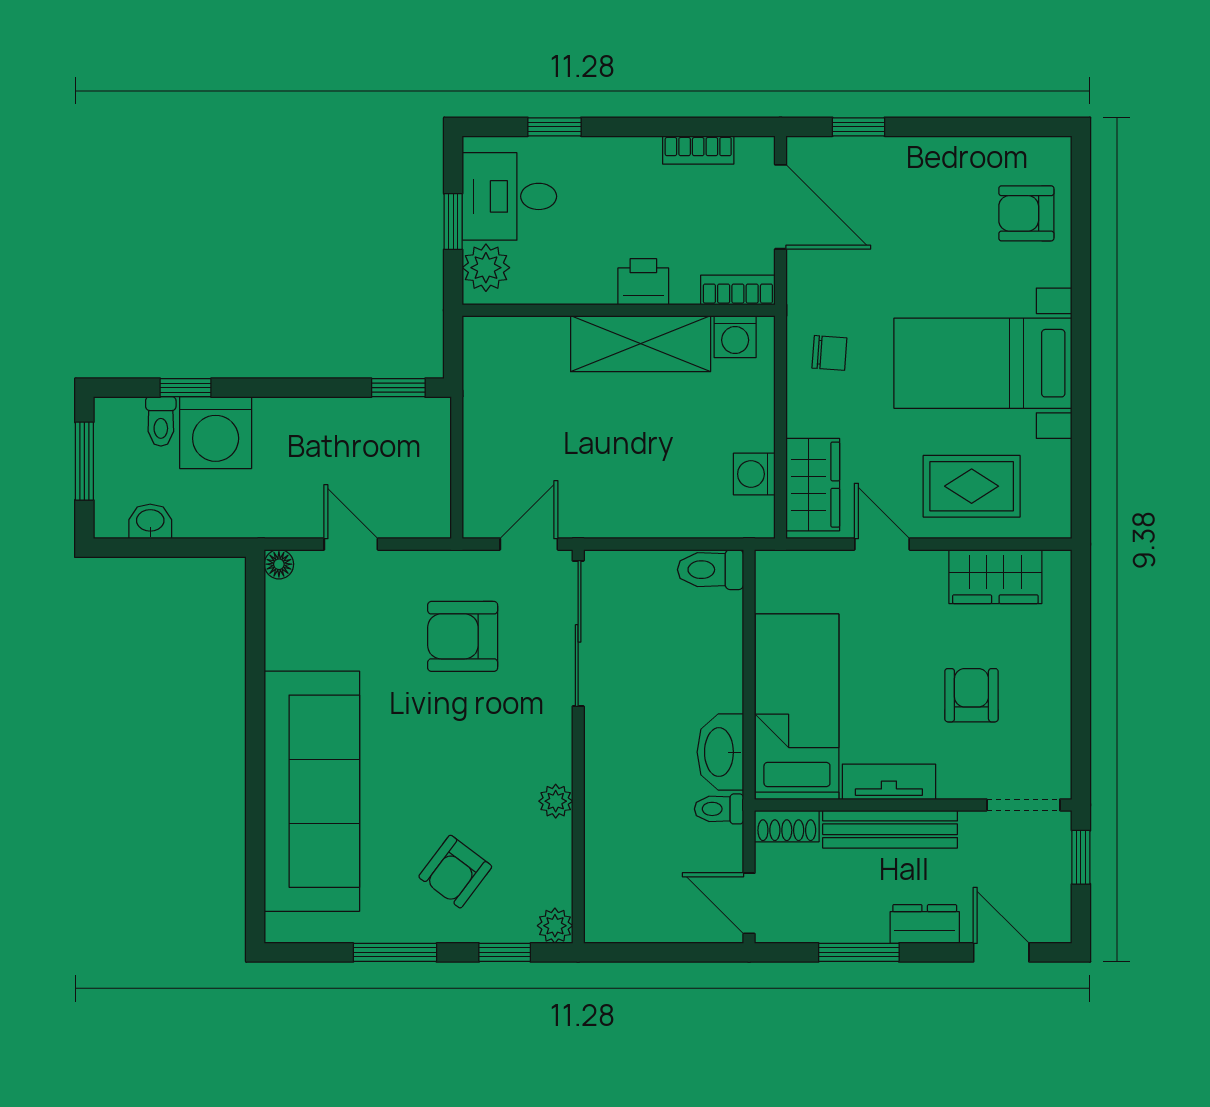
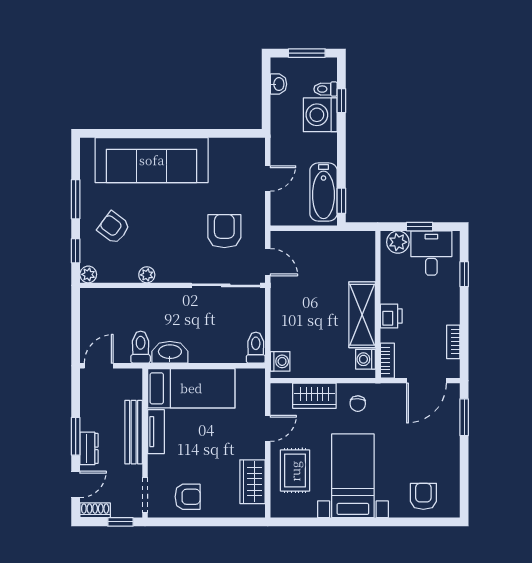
window: (859, 127) -> (464, 417), width x1.50
bathtub: (380, 426) -> (323, 192), added
washing machine: (754, 474) -> (280, 361), moved, turned 90
wardrobe: (813, 485) -> (314, 396), moved
floor lamp: (279, 564) -> (258, 145), removed
armchair: (971, 695) -> (188, 497), moved
toilet: (719, 809) -> (141, 347), width x1.37, depth x1.39
shoe rack: (787, 826) -> (95, 510), moved, turned 90
window: (859, 952) -> (76, 436), moved

